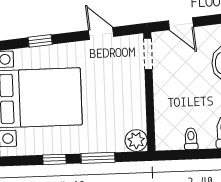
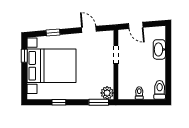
doorway: (148, 54) -> (116, 55), moved
window: (98, 158) -> (99, 102), moved

